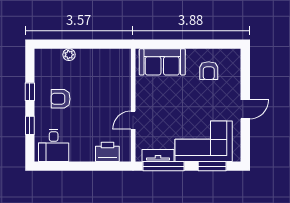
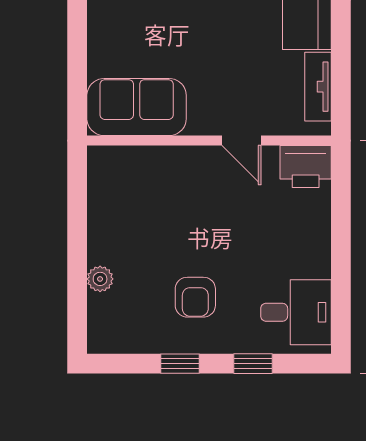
sofa: (162, 62) -> (137, 107), moved, turned -90
printer: (107, 152) -> (306, 167), moved, turned -90
window: (163, 166) -> (341, 75), removed

